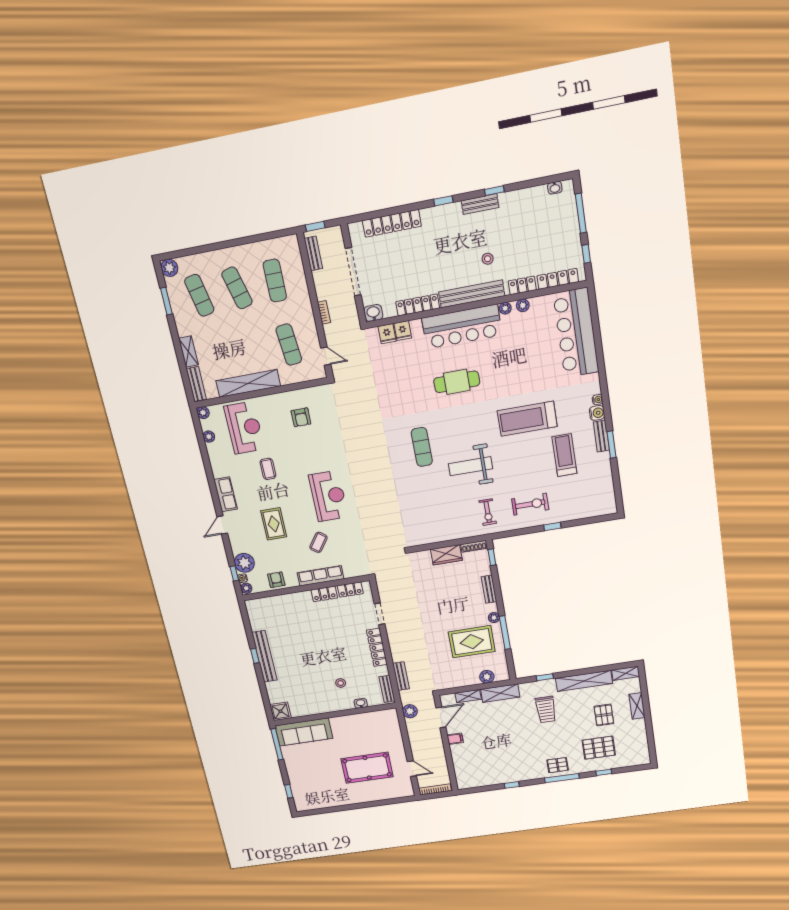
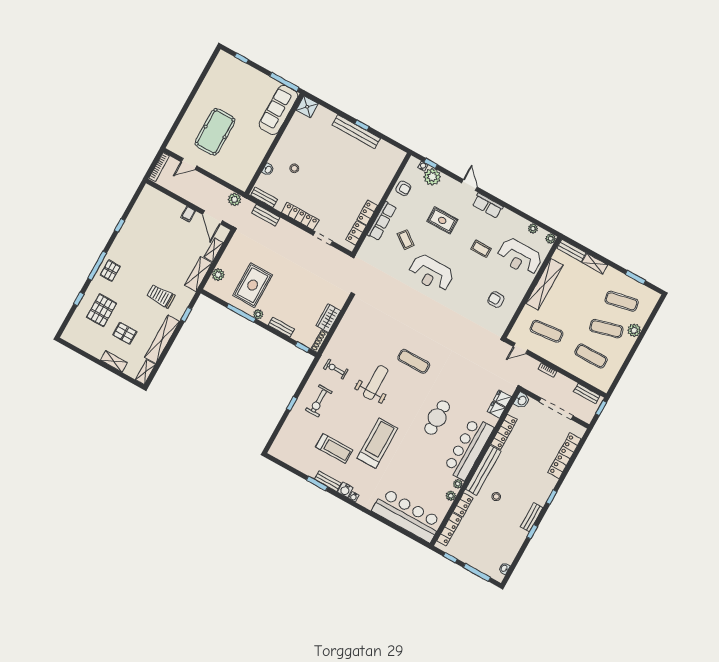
plant: (169, 268) -> (634, 330), moved
plant: (246, 588) -> (414, 162), removed

